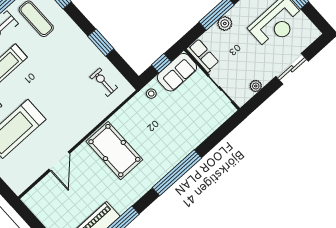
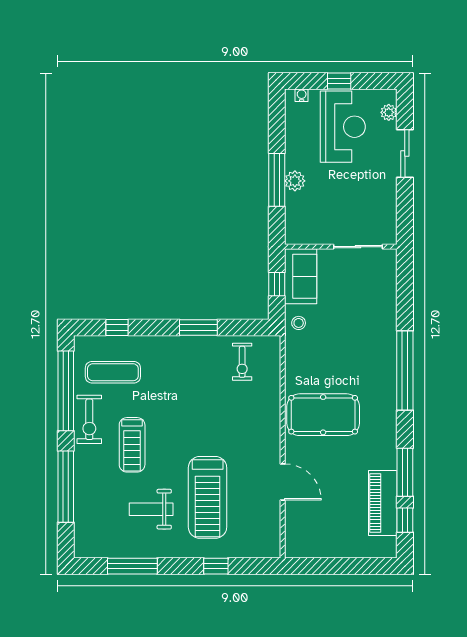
row of seats: (203, 56) -> (307, 234), removed
exercise bike: (104, 82) -> (242, 362), turned -90
plant: (256, 86) -> (389, 112), moved

